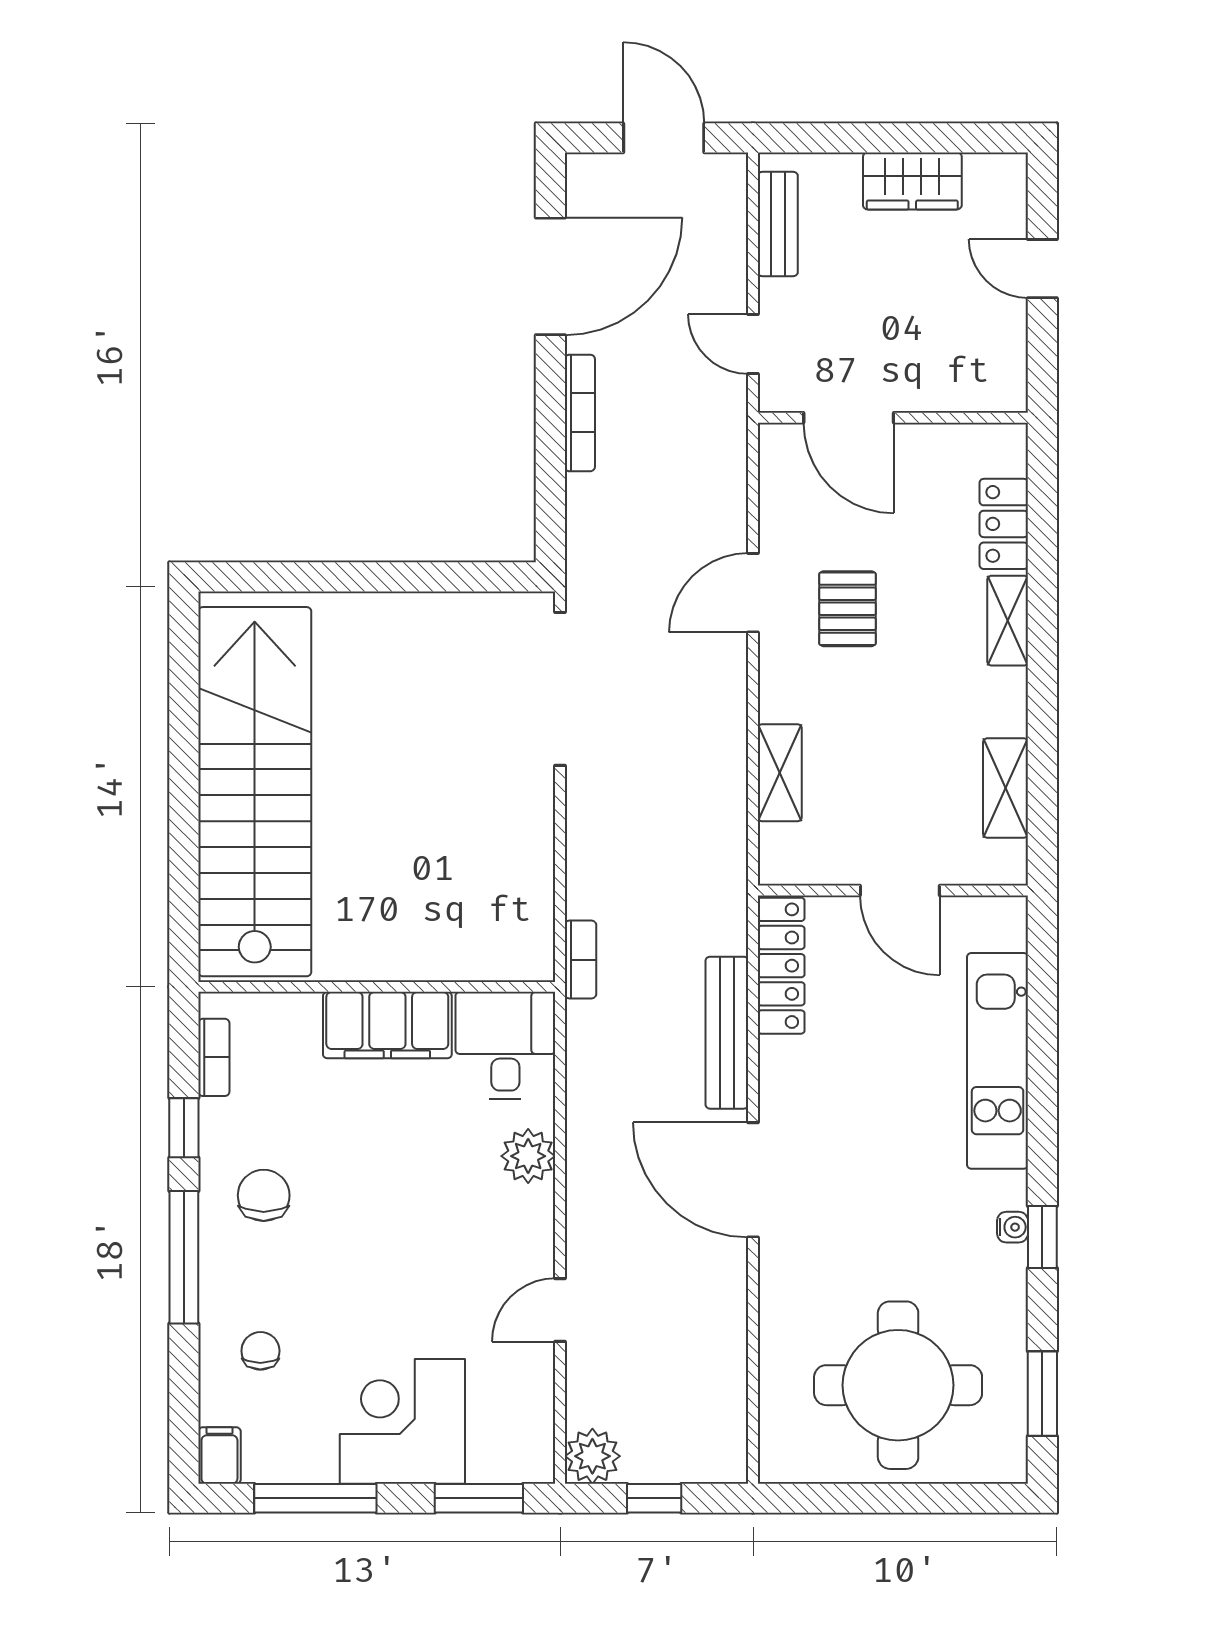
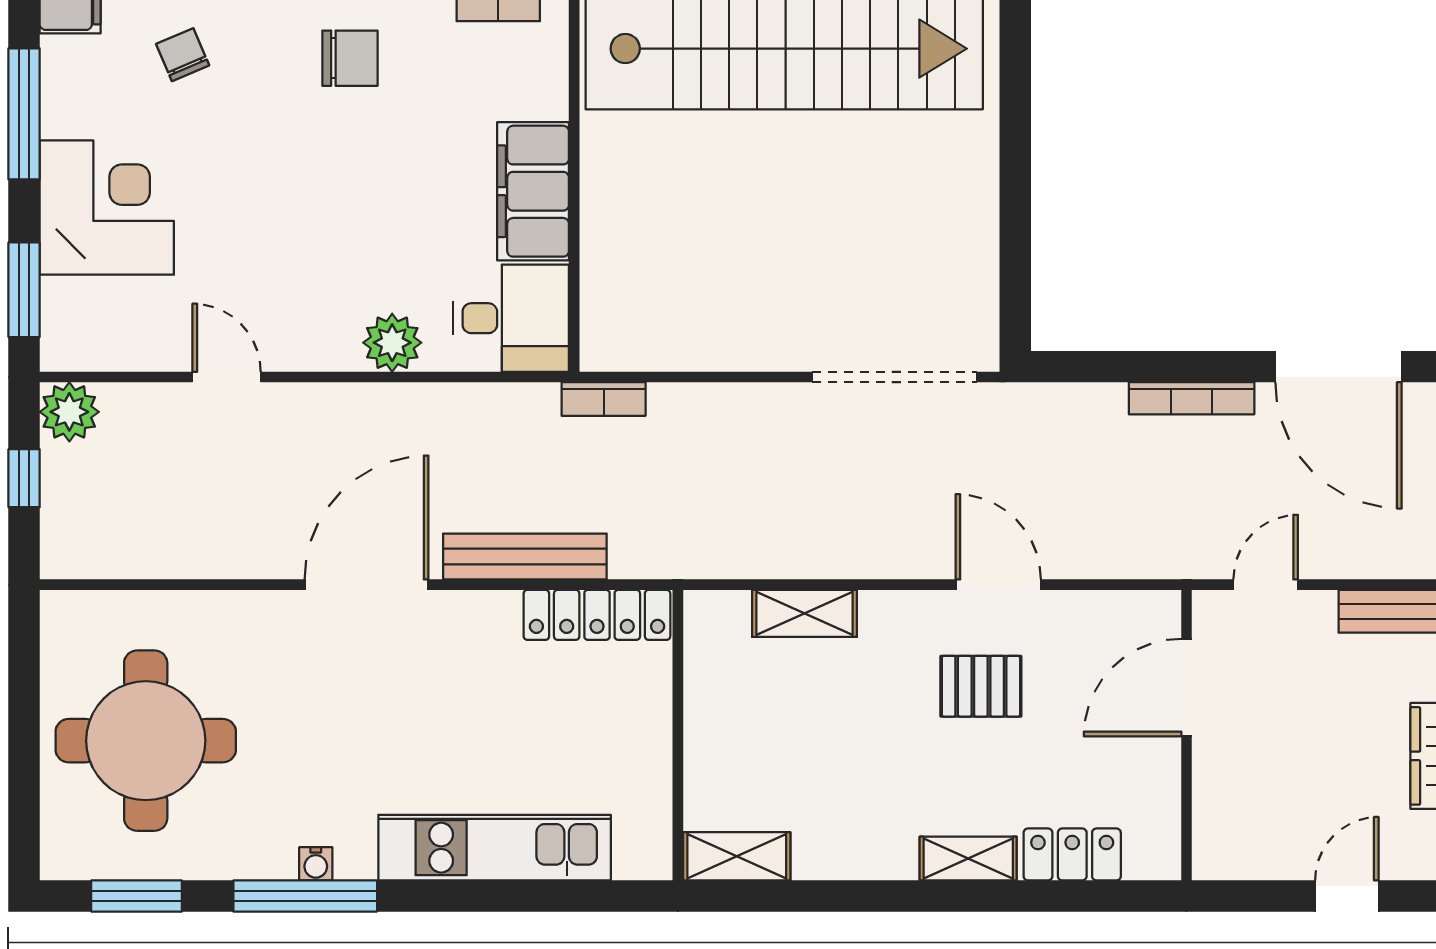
shelving: (1006, 788) -> (737, 856), moved
door: (900, 890) -> (678, 743), removed
window: (1042, 1237) -> (305, 896), width x2.17
chair: (260, 1351) -> (183, 55), turned -113

